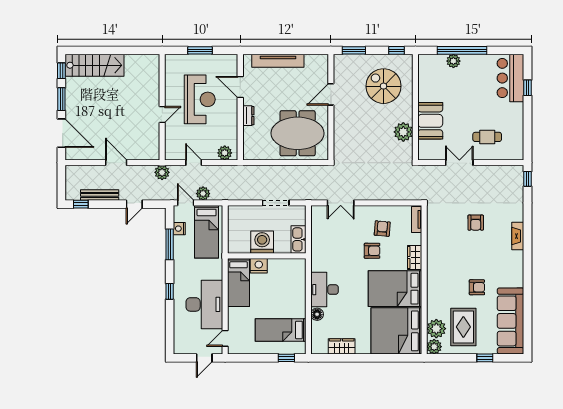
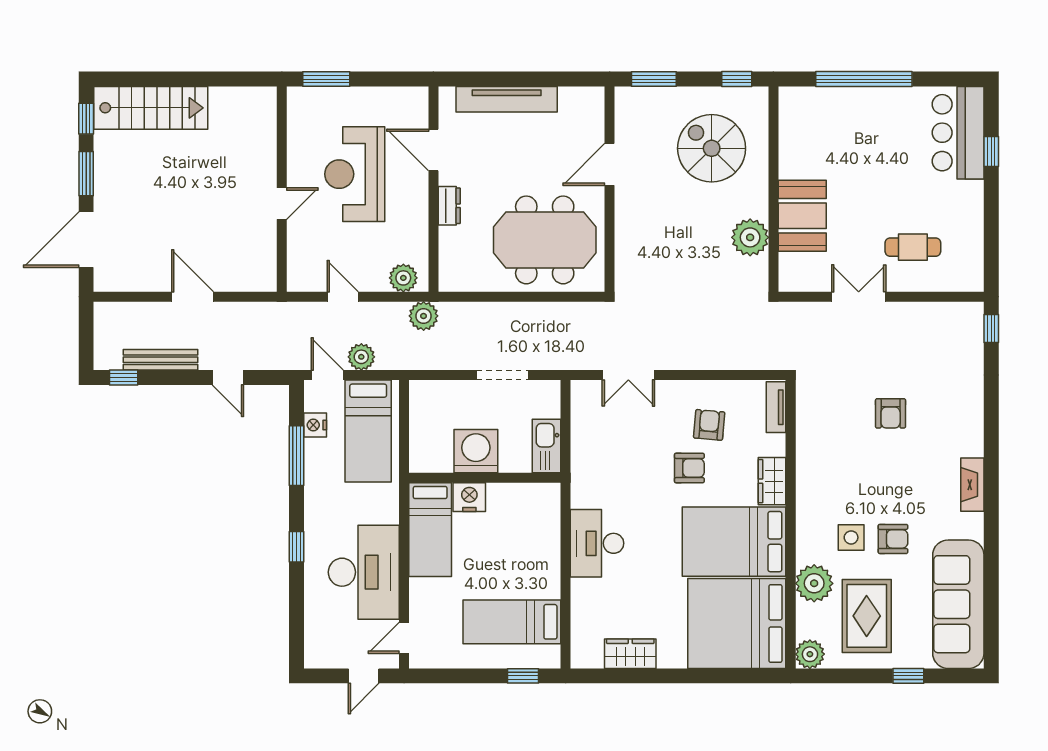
window: (200, 50) -> (326, 79), moved
plant: (453, 61) -> (847, 100), removed
reception desk: (200, 99) -> (355, 174), turned 180
door: (61, 133) -> (86, 240), swing flipped
plant: (162, 172) -> (424, 316), moved
door: (134, 204) -> (228, 377), hinge flipped
fireplace: (518, 236) -> (972, 485), moved
side table: (455, 287) -> (851, 537), added
floor lamp: (317, 314) -> (583, 591), removed
plant: (436, 329) -> (814, 583), moved

